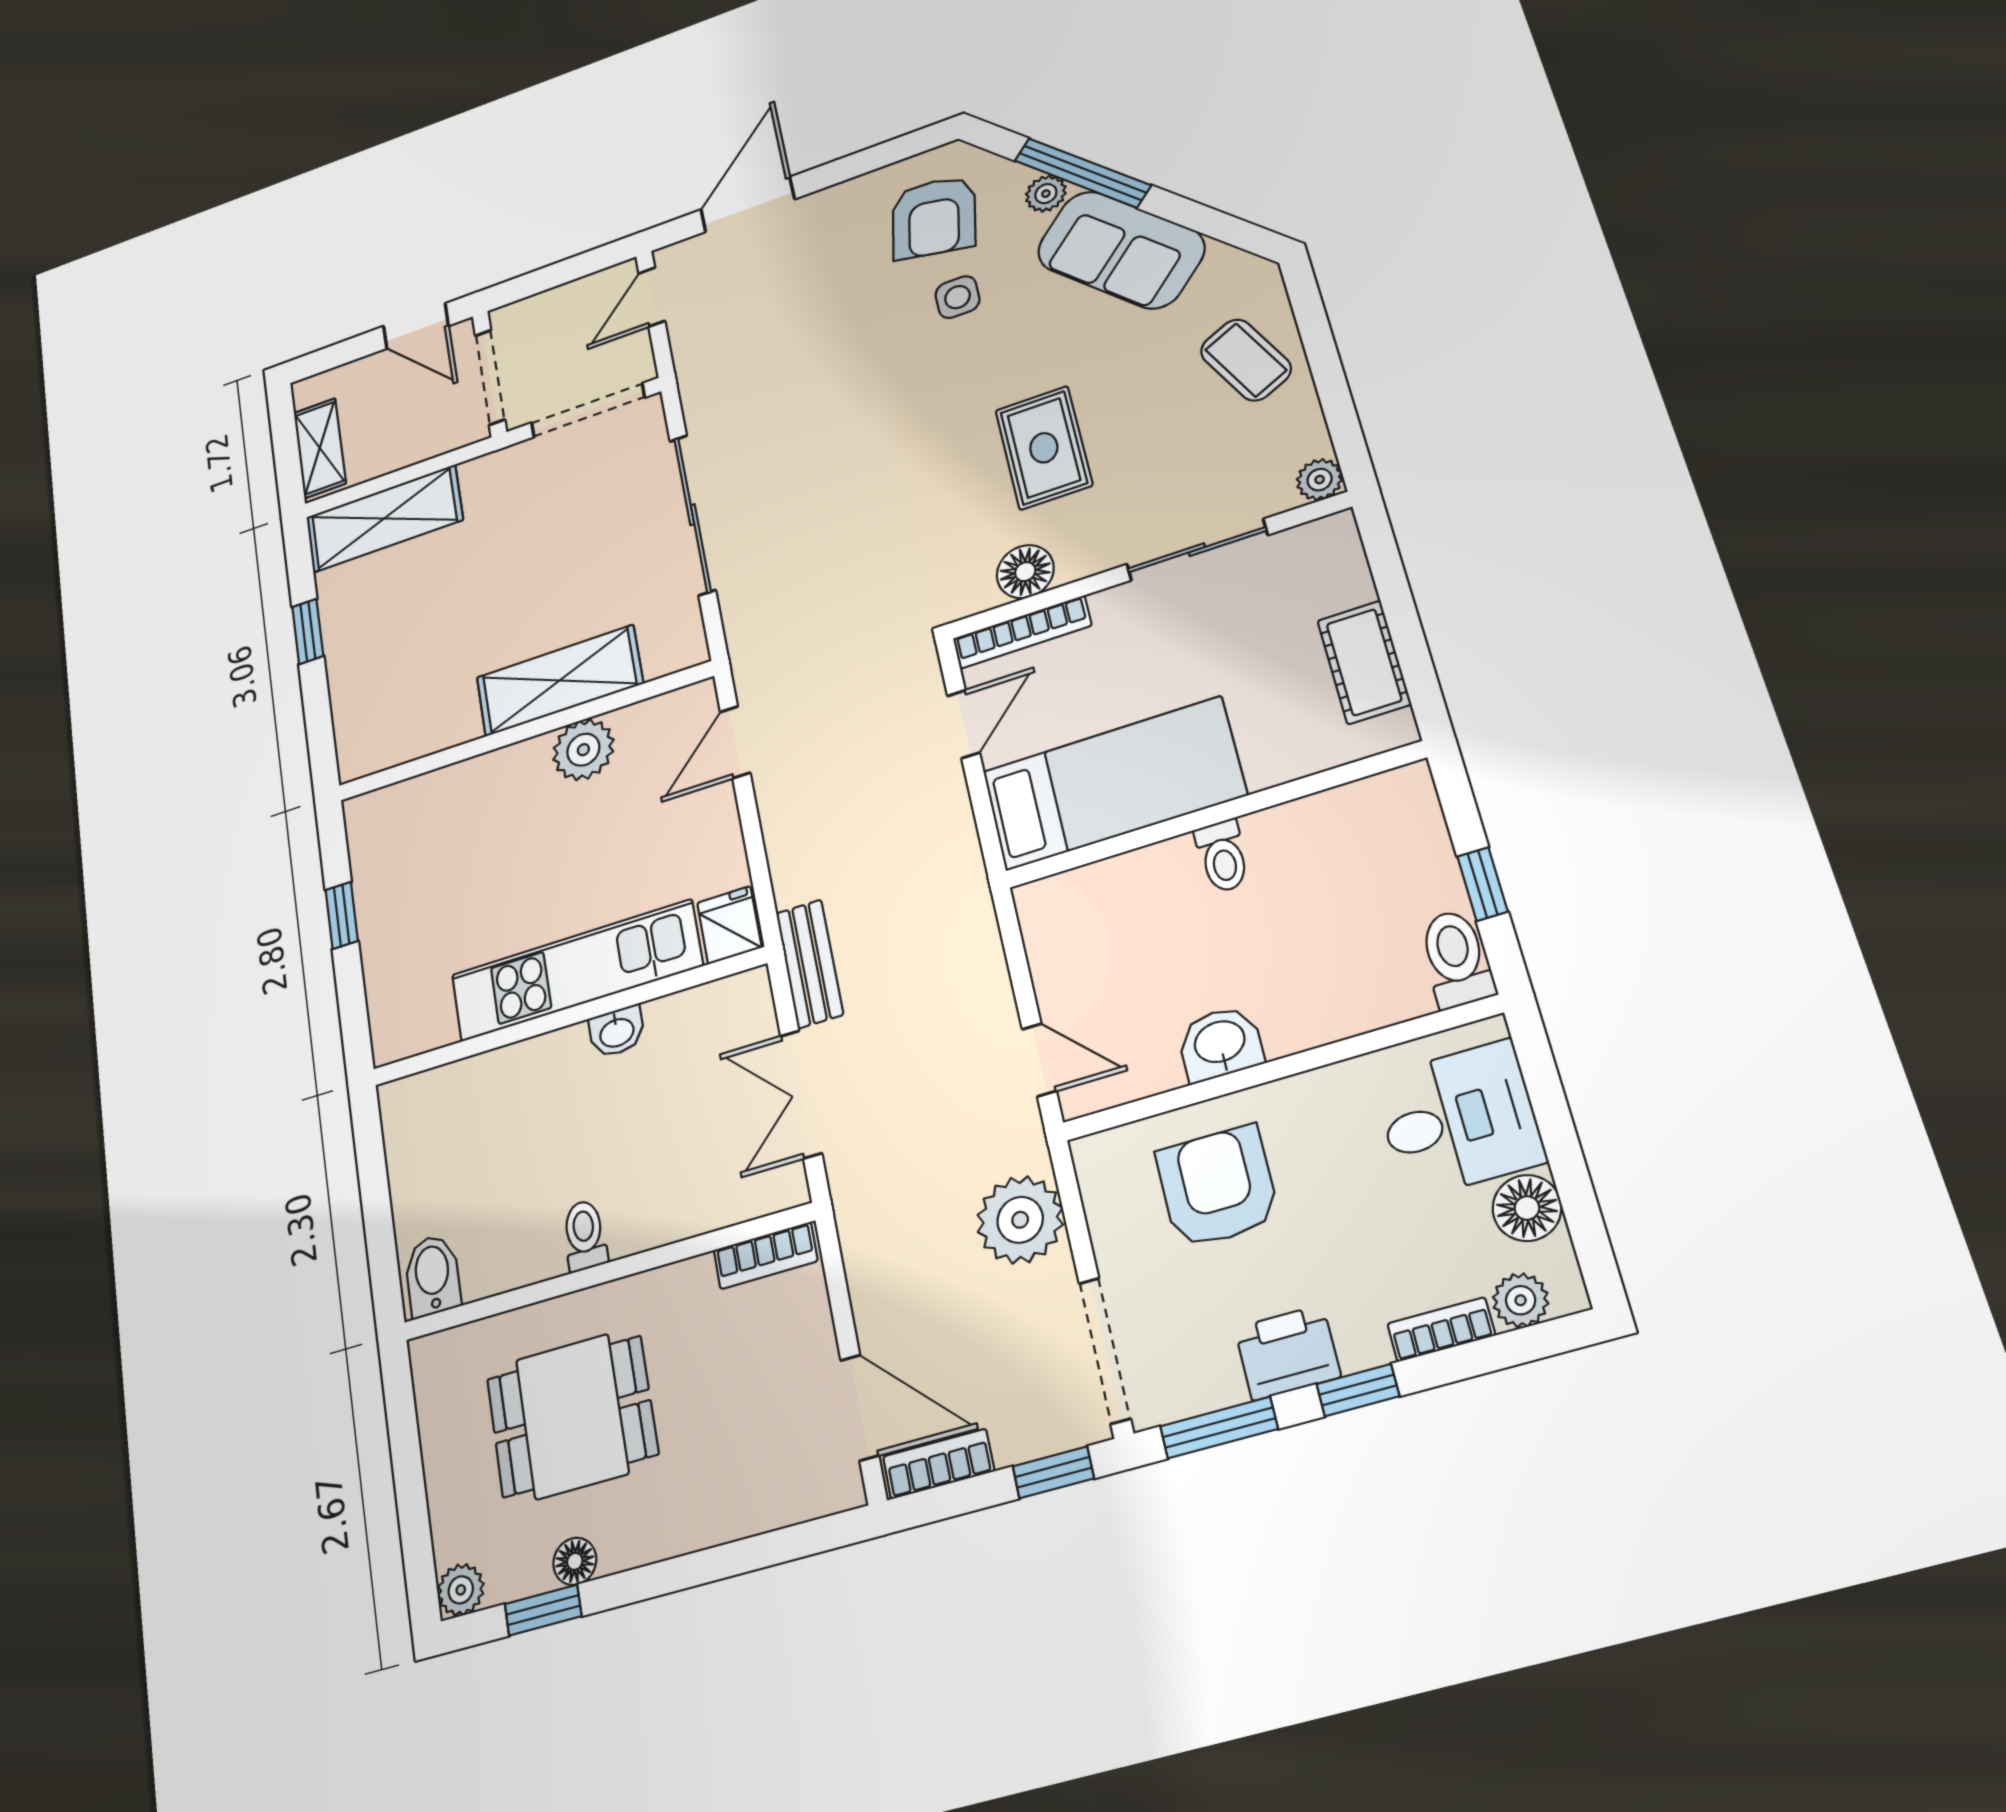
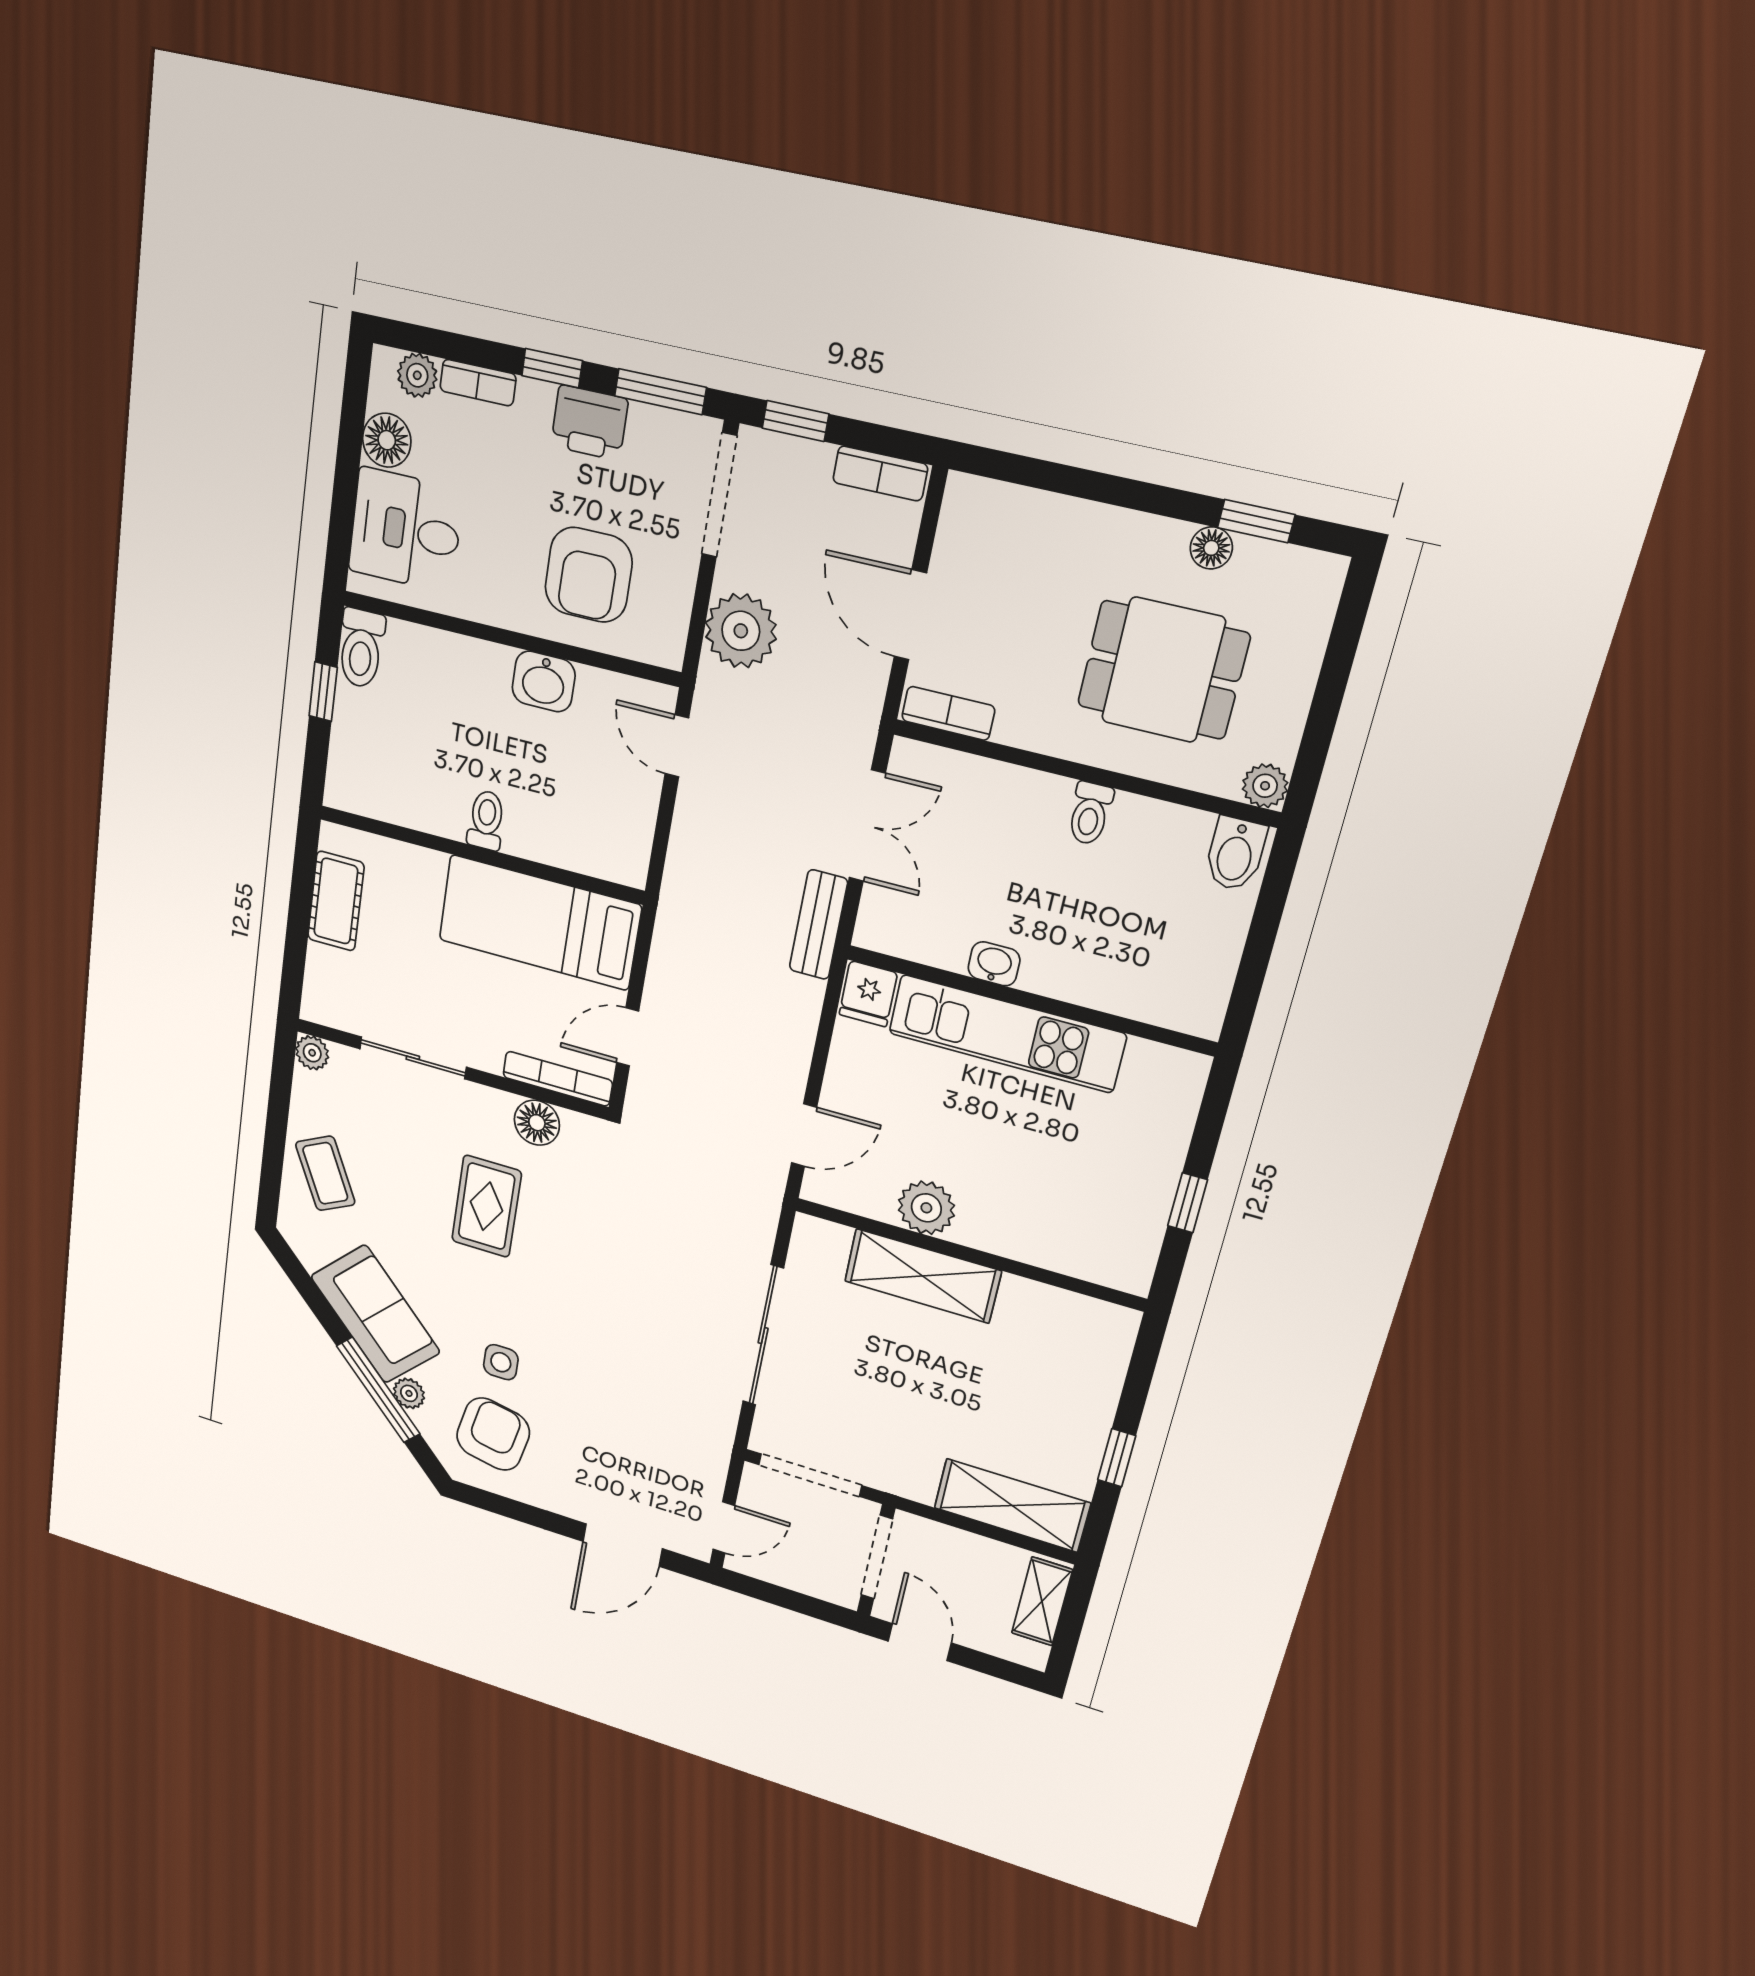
door: (860, 1408) -> (910, 615), moved
plant: (461, 1590) -> (1265, 786), moved

